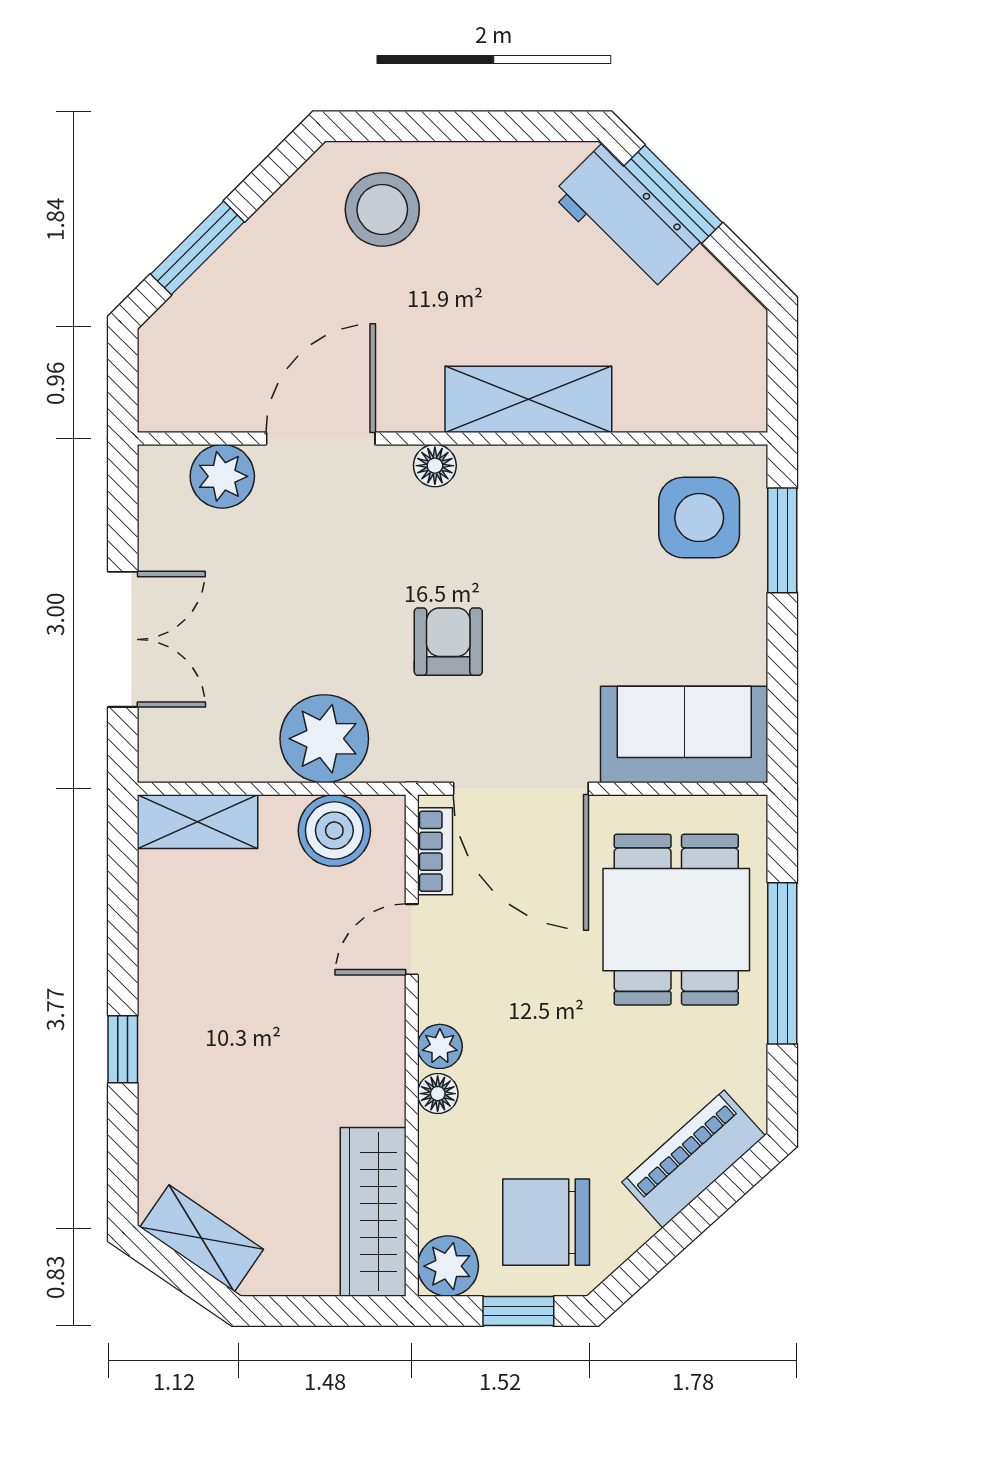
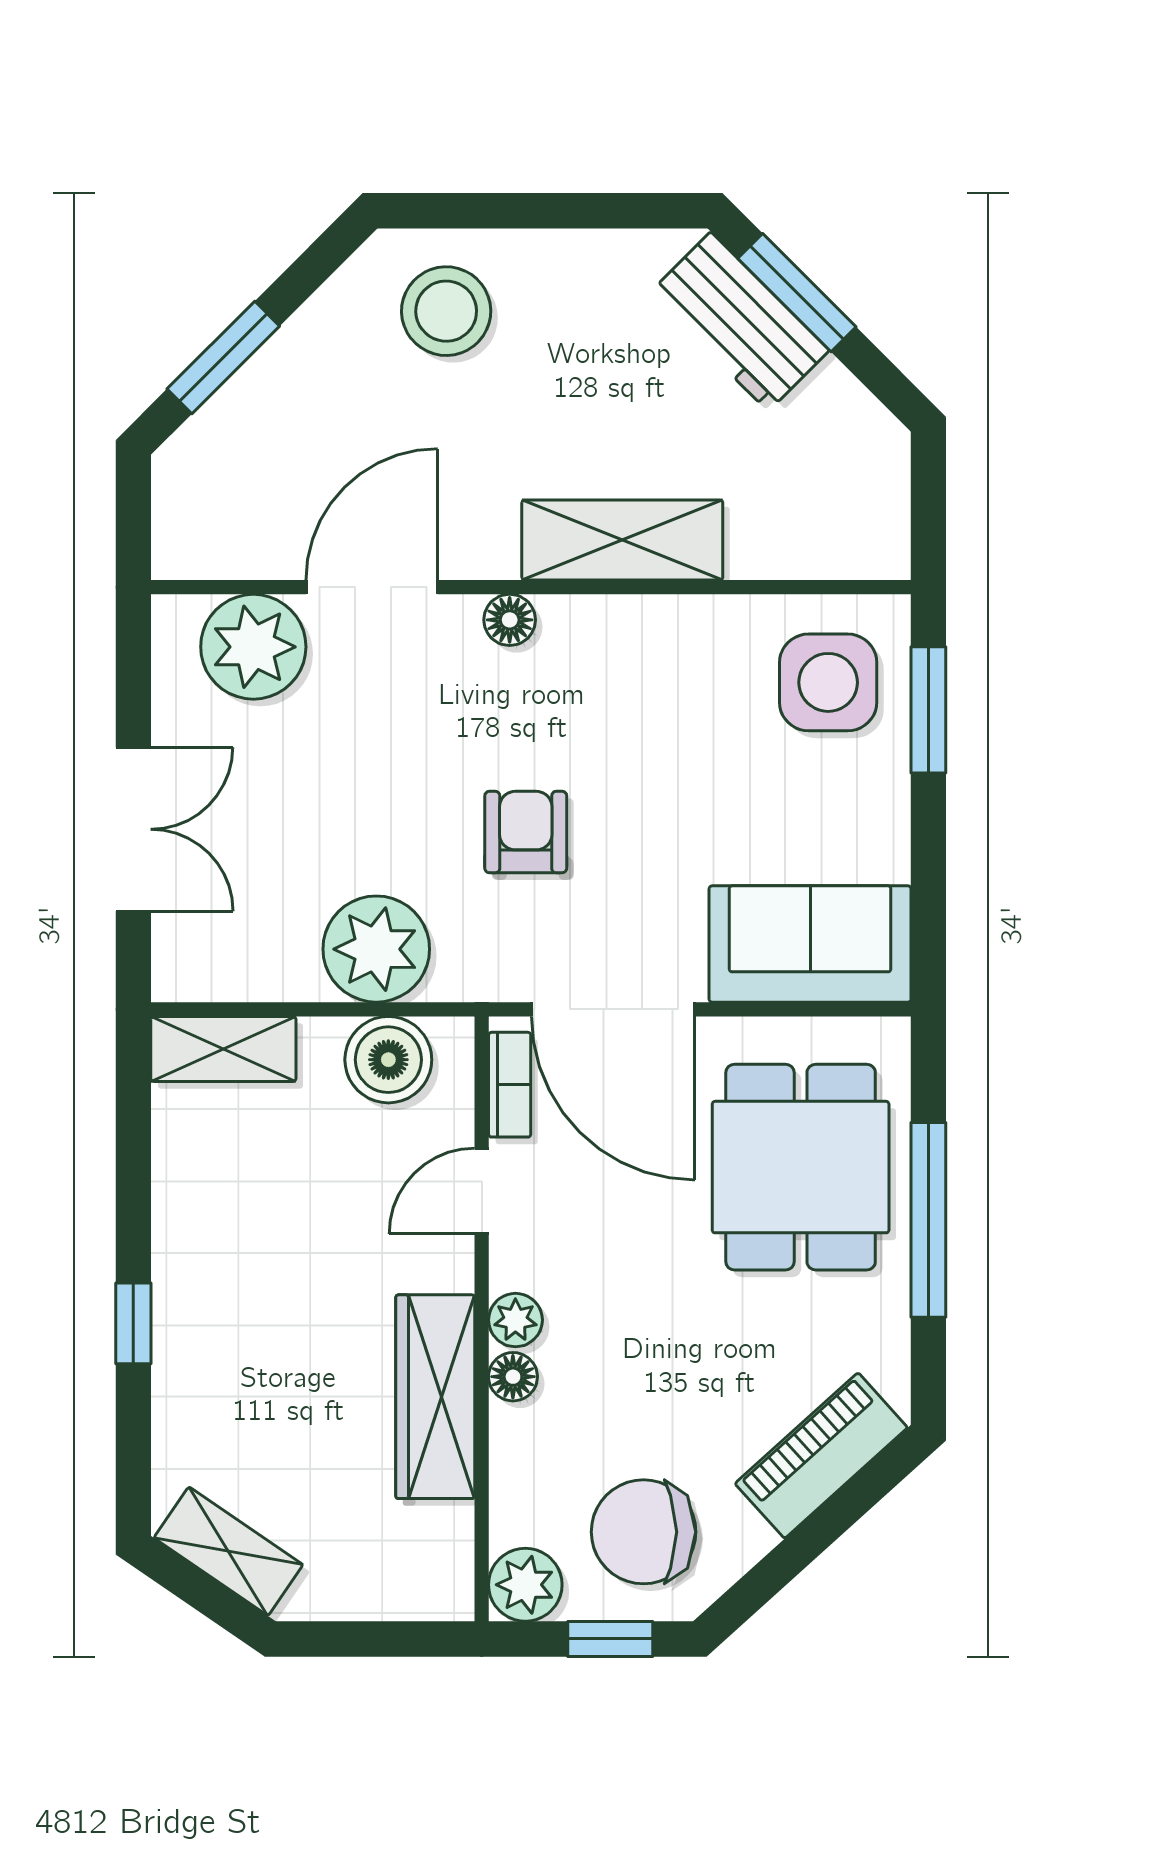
plant: (222, 476) -> (253, 647), width x1.36, depth x1.36
wardrobe: (373, 1212) -> (435, 1397), moved

